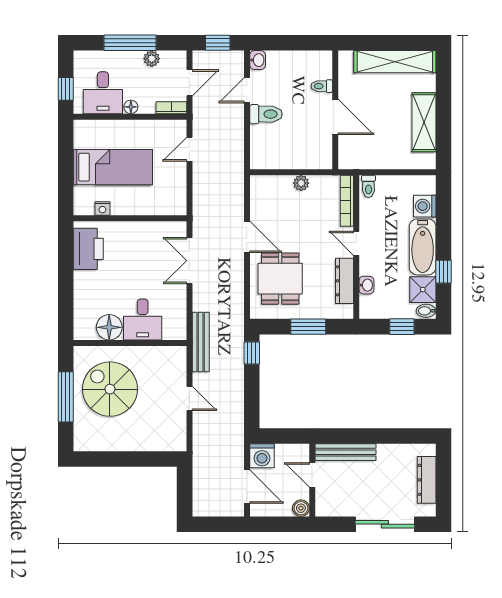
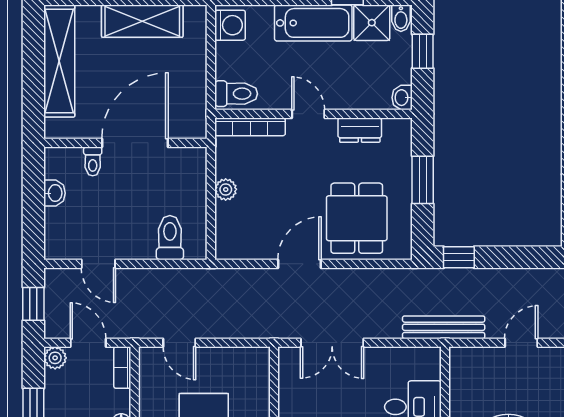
plant: (152, 59) -> (55, 358), moved
washbasin: (258, 60) -> (55, 193), moved, turned 90
toilet: (266, 114) -> (170, 238), moved
door: (335, 117) -> (135, 143), width x1.36
toilet: (368, 186) -> (236, 94), width x1.37, depth x1.39
washing machine: (425, 206) -> (230, 25), moved, turned -90
door: (356, 243) -> (308, 114), swing flipped
dining table: (280, 279) -> (357, 218), turned 90
dresser: (344, 281) -> (360, 130), width x0.70
washbasin: (366, 285) -> (402, 98), moved, turned -90

